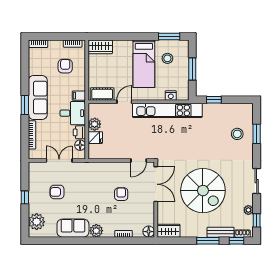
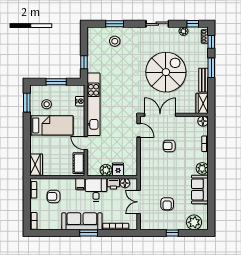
bench: (221, 232) -> (203, 80), moved

